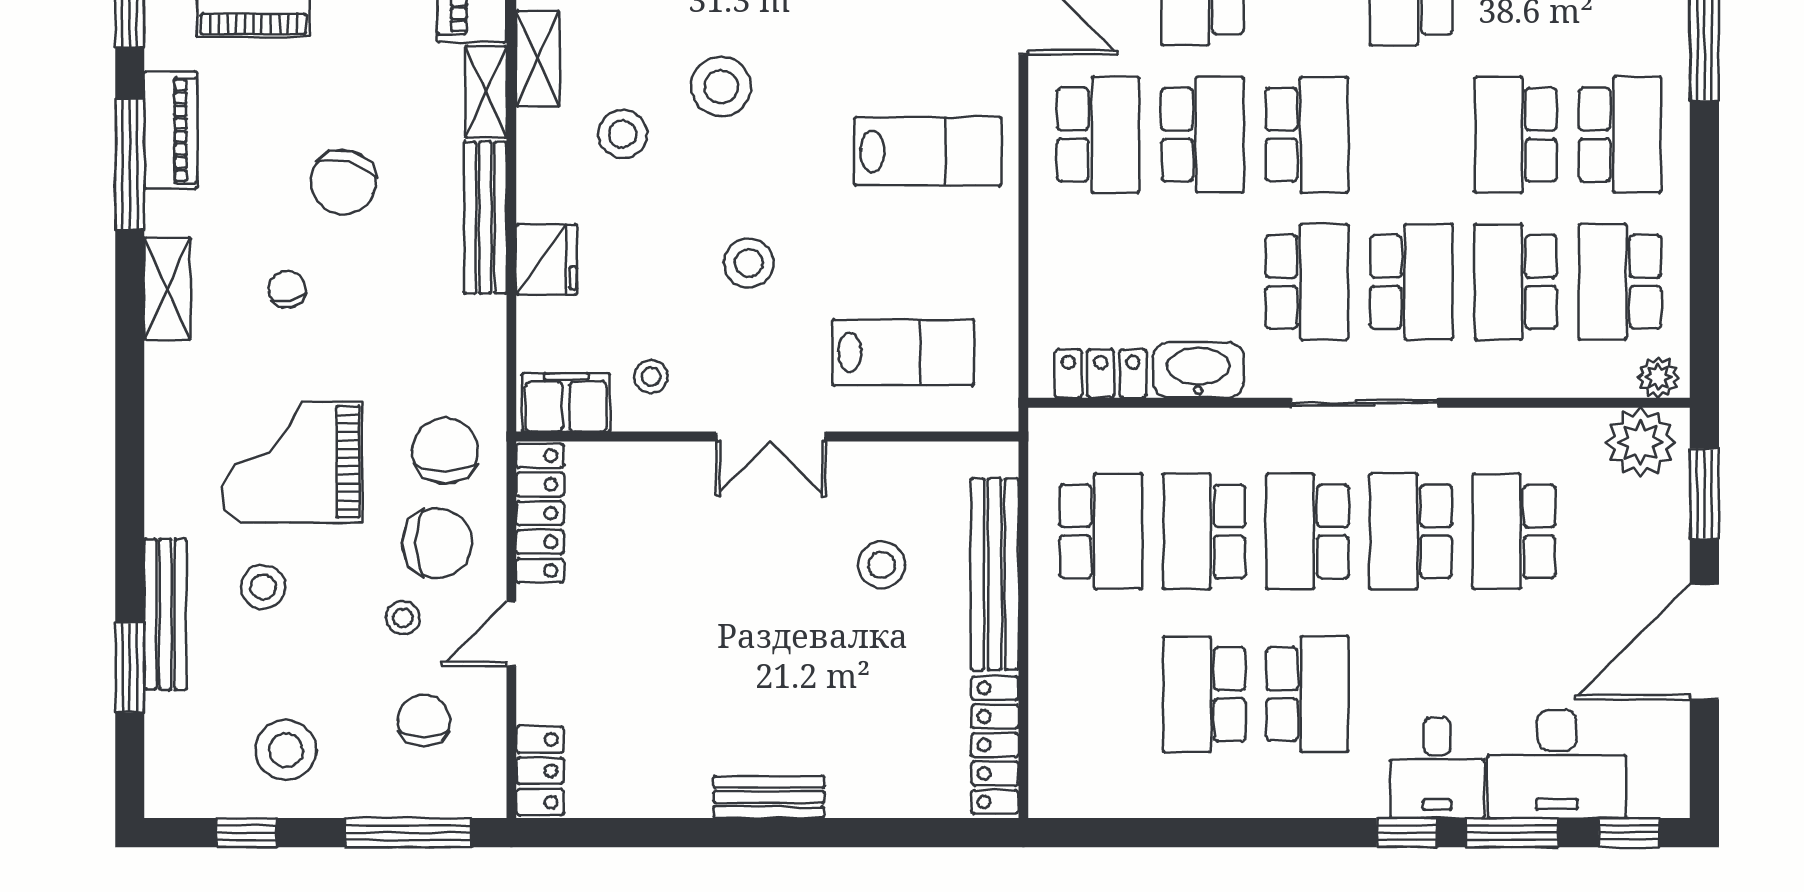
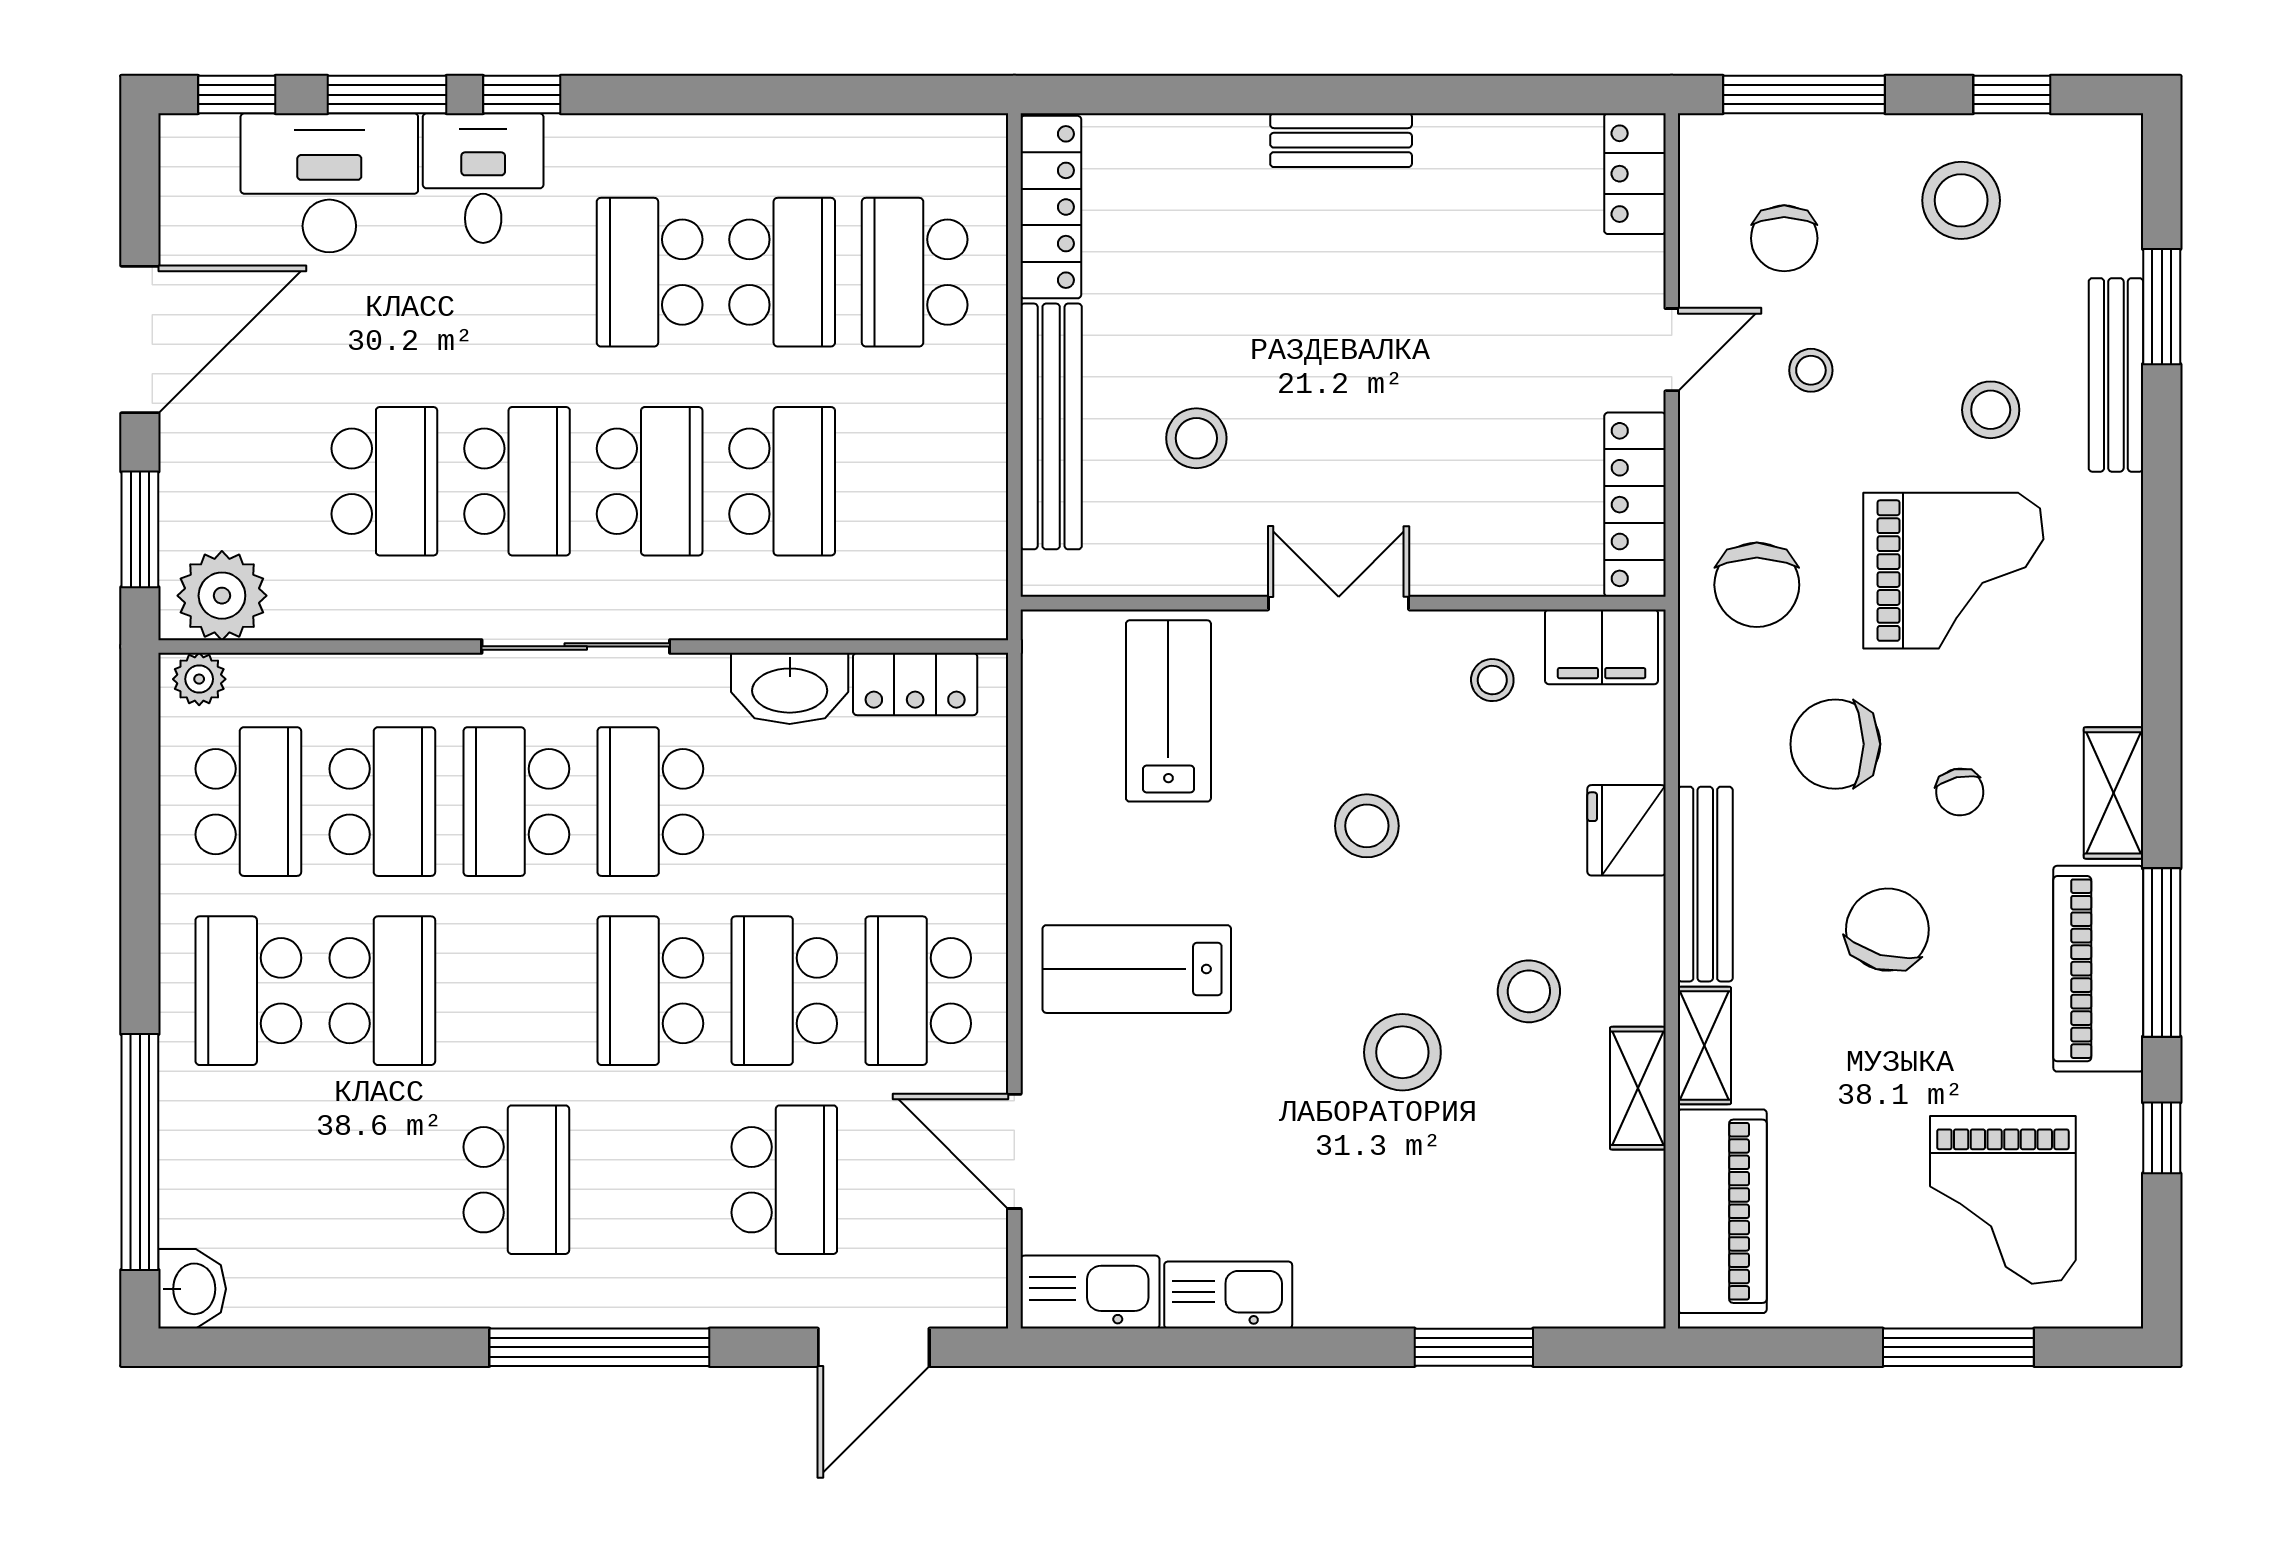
piano: (171, 130) -> (2098, 969), width x1.37, depth x1.33
lab bench: (903, 352) -> (1168, 711), turned 90
school desk: (1101, 531) -> (915, 272), moved
chair: (437, 543) -> (1835, 744), moved

